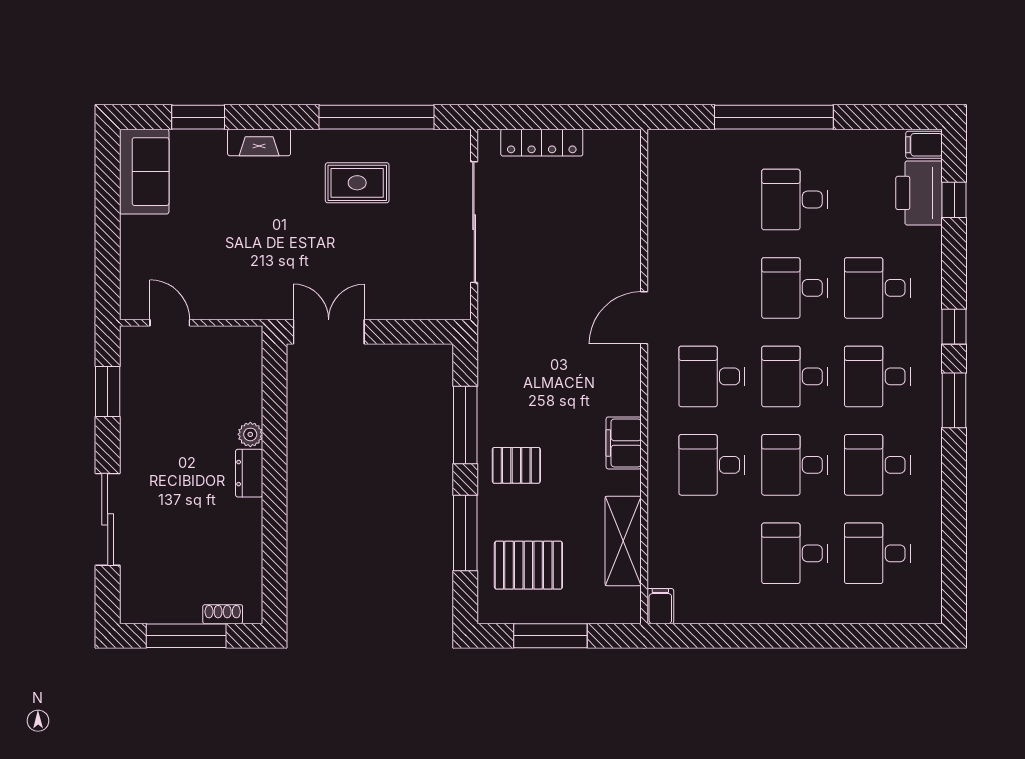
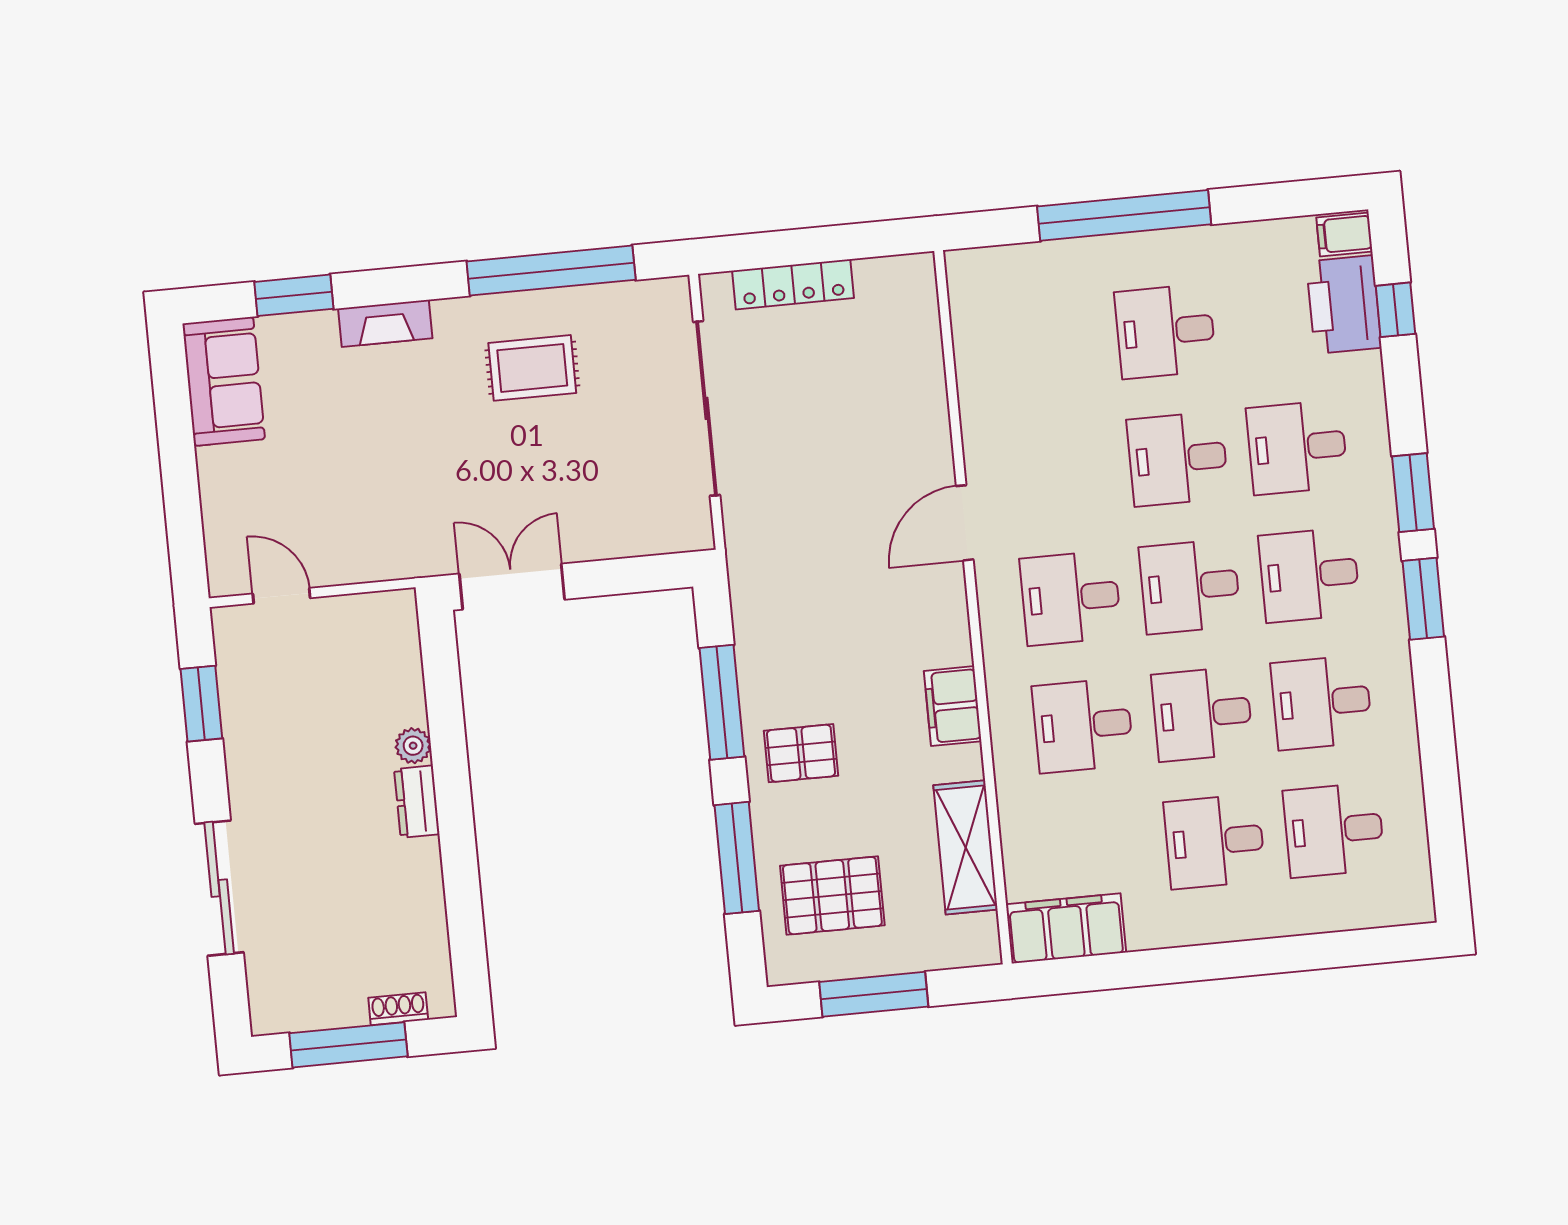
window: (954, 327) -> (1413, 493), width x1.50
filing cabinet: (660, 606) -> (1066, 928), width x3.00, depth x1.17

